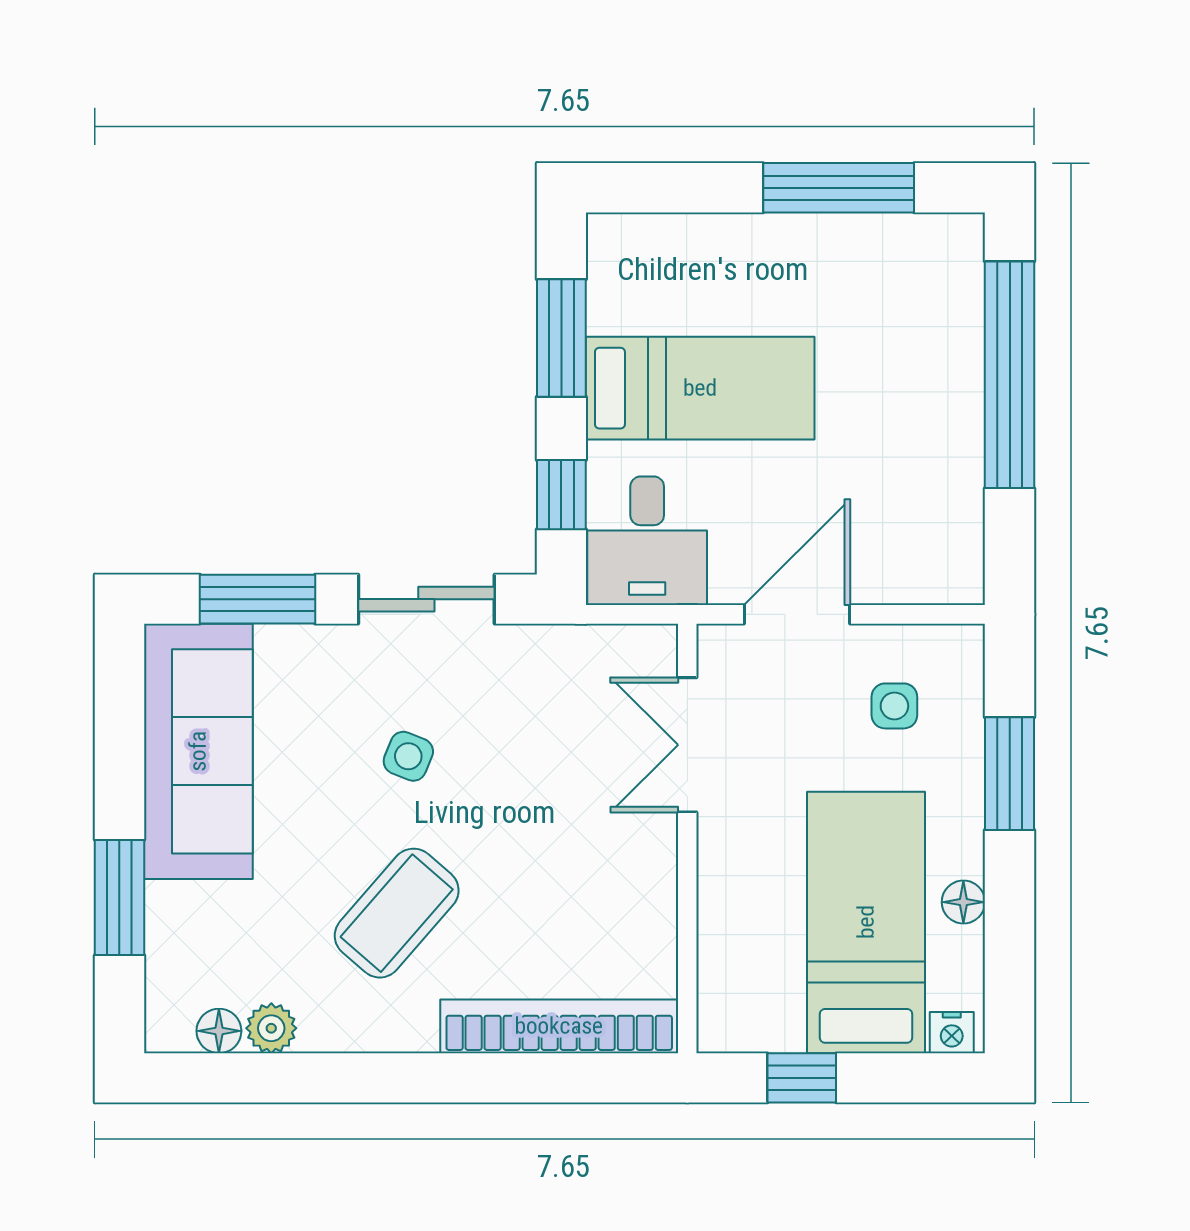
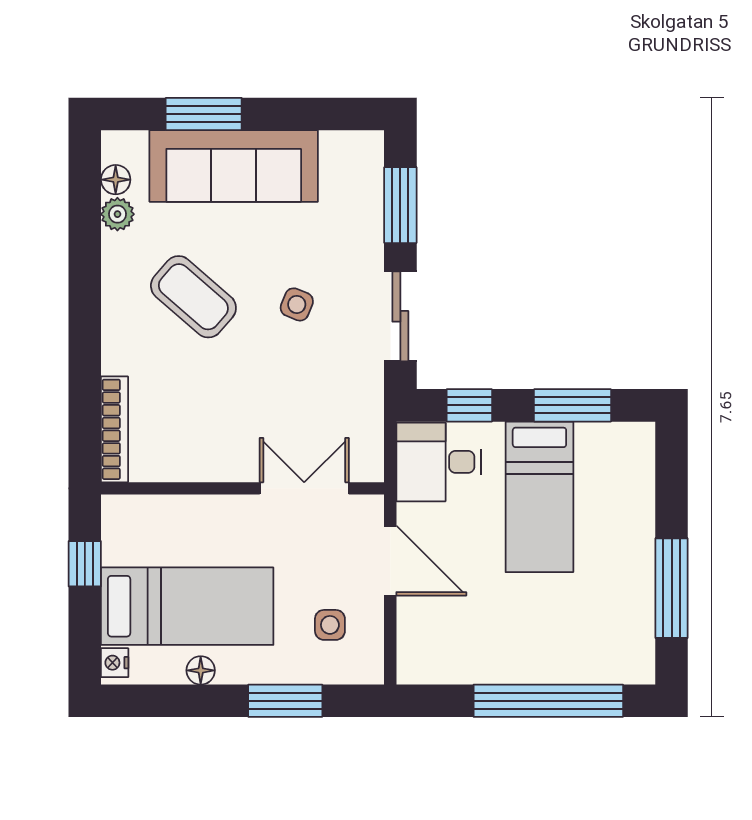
sofa: (198, 751) -> (234, 166), moved
bookcase: (559, 1026) -> (115, 429), width x0.68, depth x0.76

